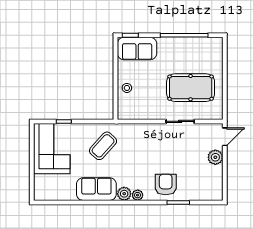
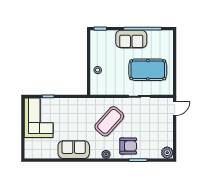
sofa: (137, 49) -> (131, 39), moved
coffee table: (103, 146) -> (109, 121), moved, width x1.36, depth x1.32
plant: (215, 157) -> (167, 153), moved
armchair: (166, 184) -> (128, 146), turned 90
plant: (124, 194) -> (95, 153), removed

